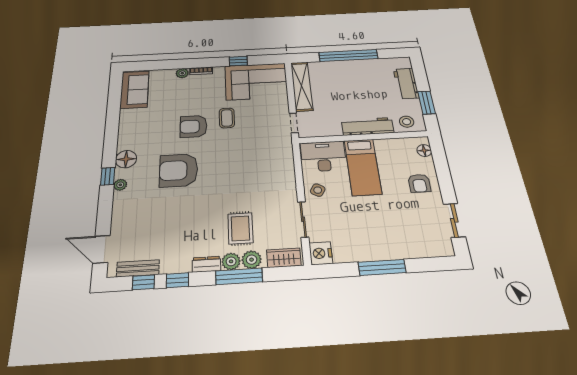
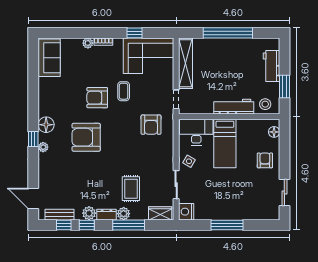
armchair: (264, 151) -> (151, 125), added
armchair: (419, 183) -> (265, 160), turned 180
plant: (252, 260) -> (89, 213), moved

